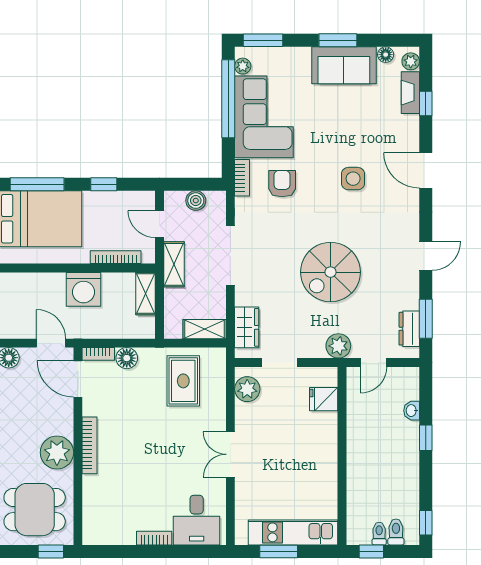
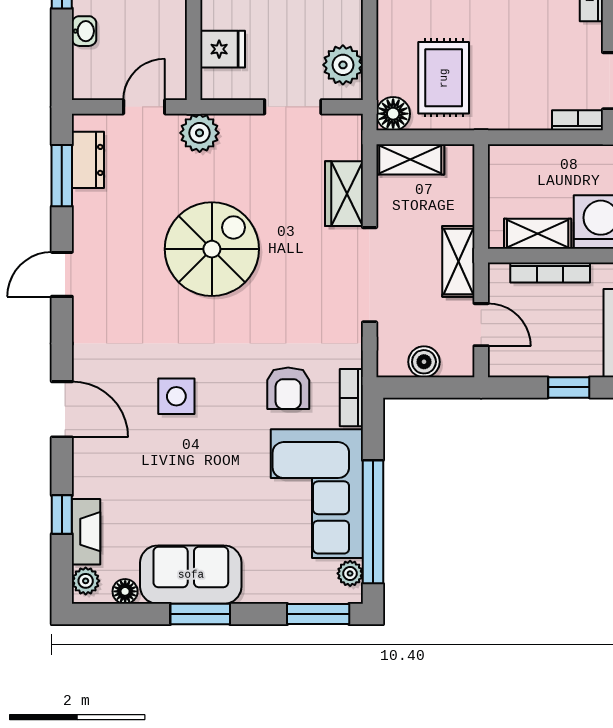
shelving: (146, 294) -> (538, 234), moved, turned 90
wardrobe: (247, 327) -> (344, 194), moved
floor lamp: (127, 358) -> (393, 114), moved

